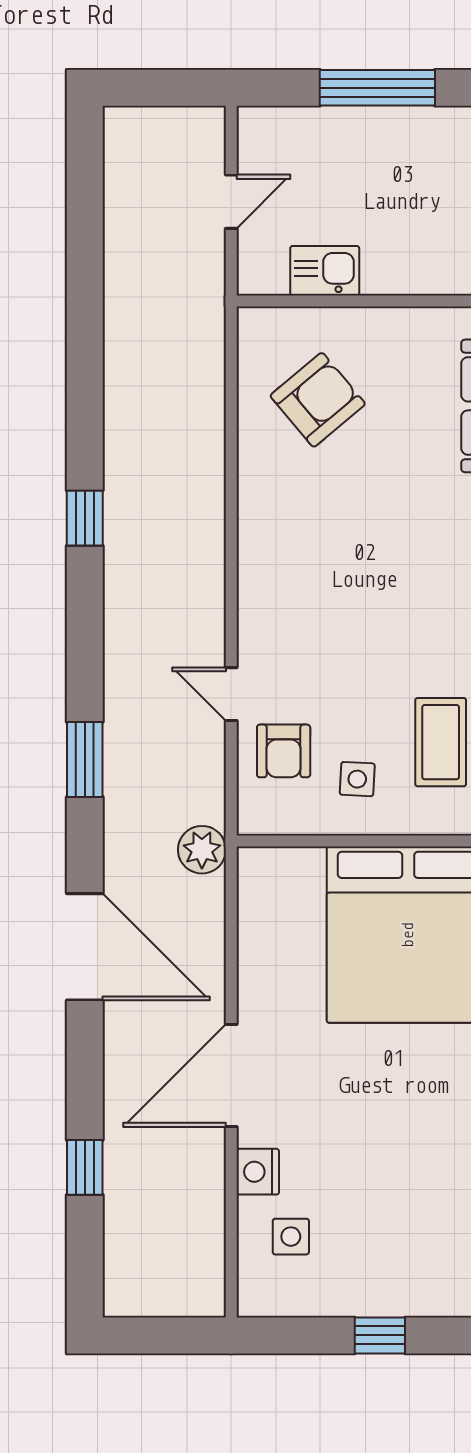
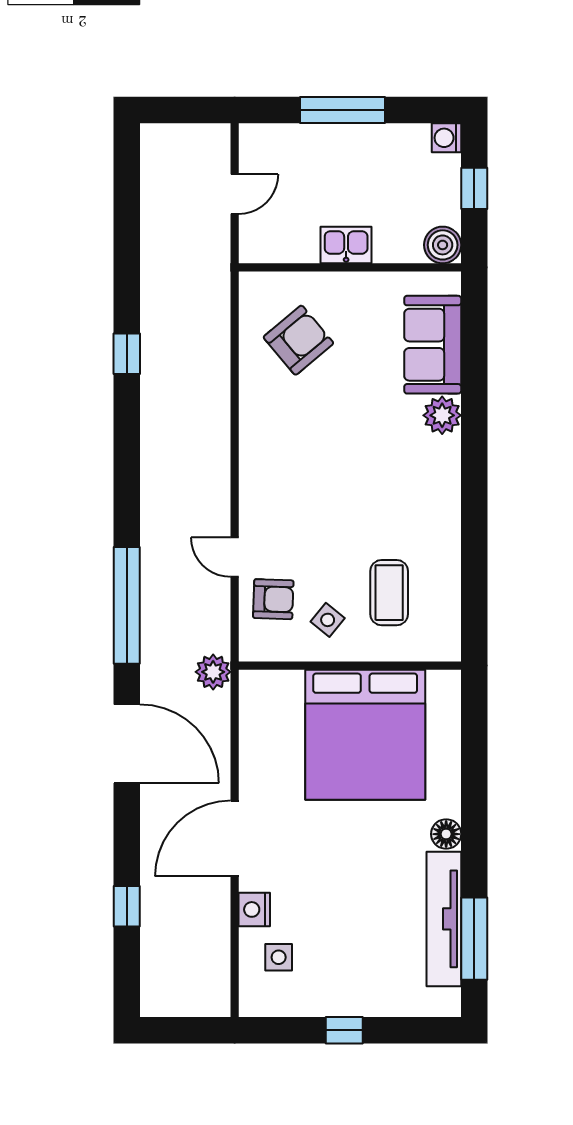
kitchen sink: (325, 271) -> (346, 245), moved
window: (85, 518) -> (127, 354), moved
armchair: (284, 751) -> (273, 599), turned -88
window: (85, 759) -> (127, 605), width x2.11
side table: (357, 779) -> (328, 620), turned 36

